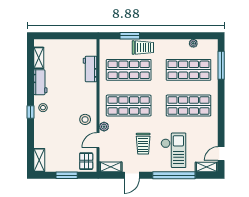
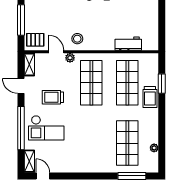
shop shelf: (188, 106) -> (91, 143), removed
window: (67, 175) -> (21, 20), width x1.44

